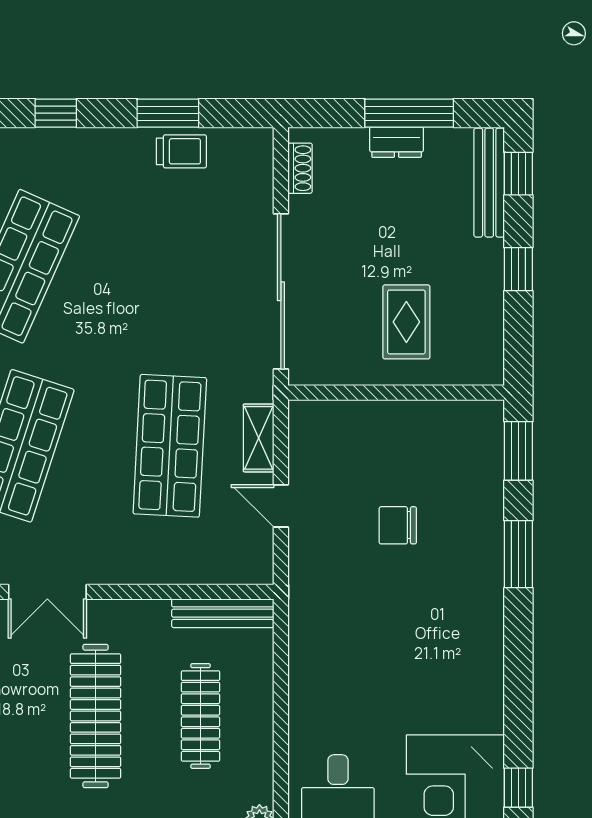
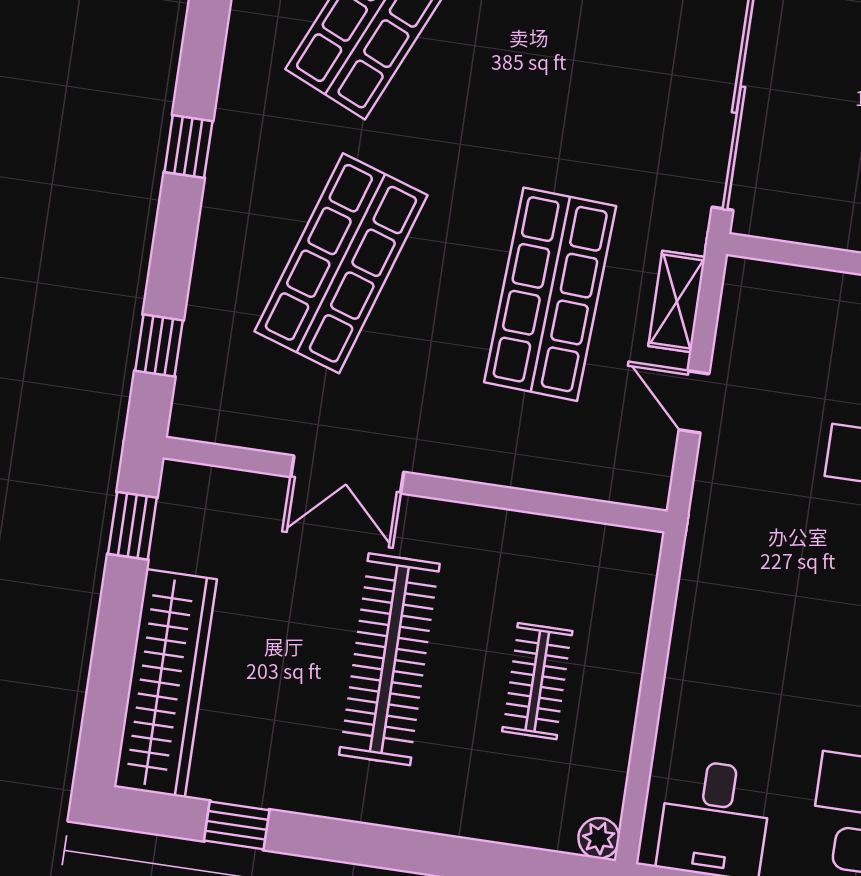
bench: (223, 613) -> (590, 541), removed
clothes rail: (200, 716) -> (537, 681), width x0.73

